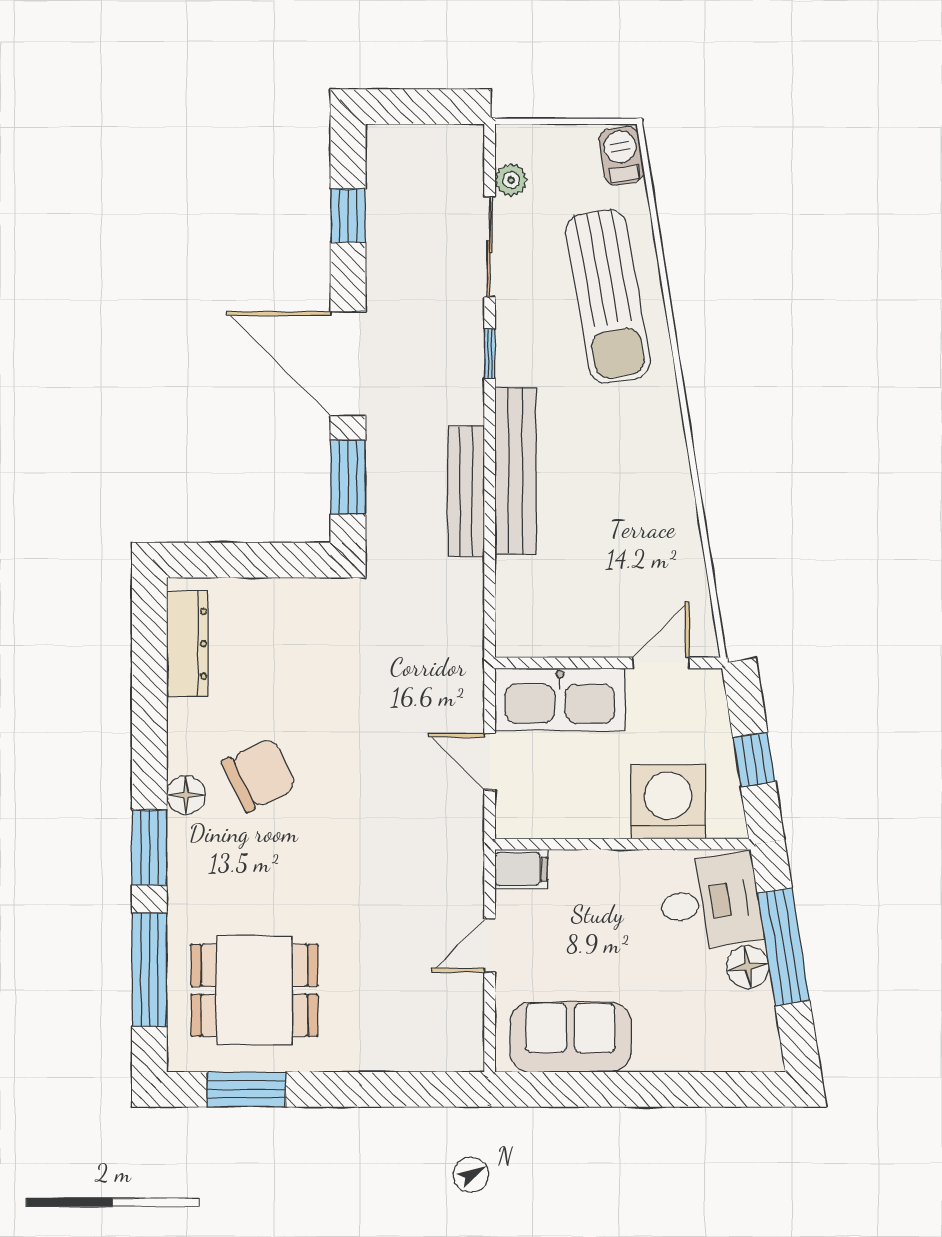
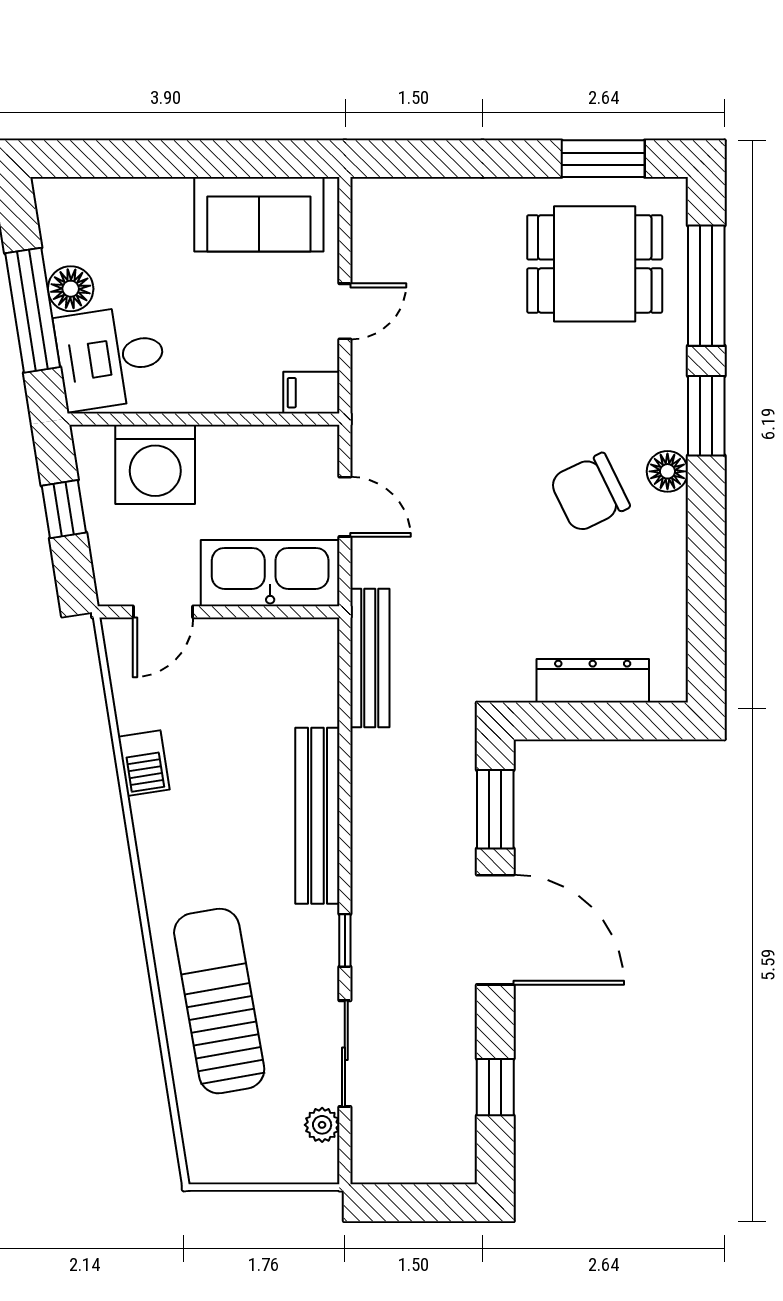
barbecue: (621, 156) -> (144, 763), moved
bench: (466, 492) -> (370, 658), moved
dresser: (187, 644) -> (593, 681), moved, turned 90

